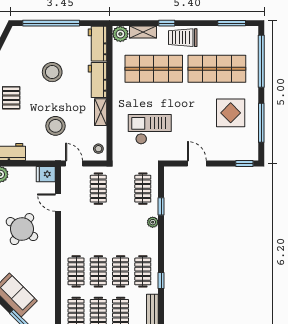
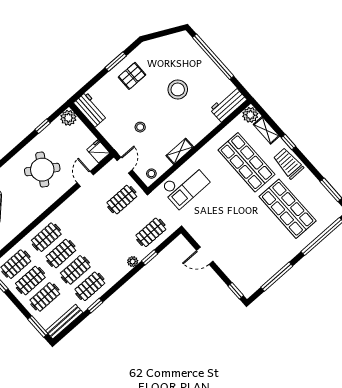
workbench: (97, 80) -> (201, 128), removed
display table: (231, 113) -> (264, 248), removed
stool: (55, 126) -> (140, 127), width x0.53, depth x0.53
checkout: (150, 129) -> (185, 185), moved, turned 90
door: (197, 163) -> (205, 256), swing flipped

